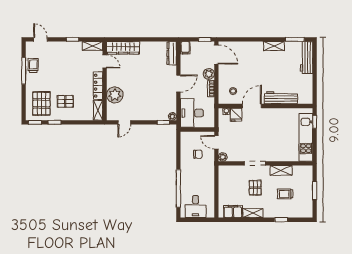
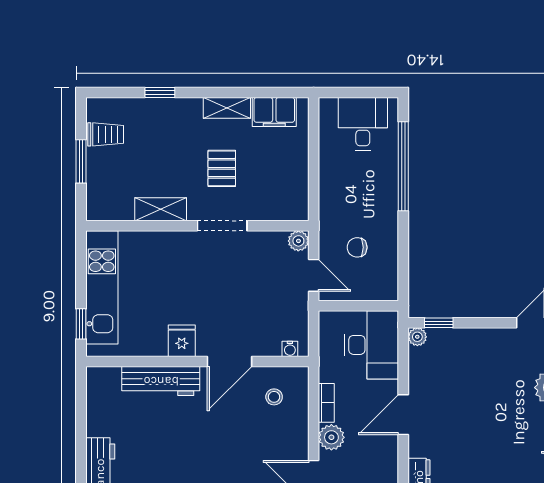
fridge: (236, 115) -> (182, 341), moved
trolley: (285, 194) -> (106, 134), moved

